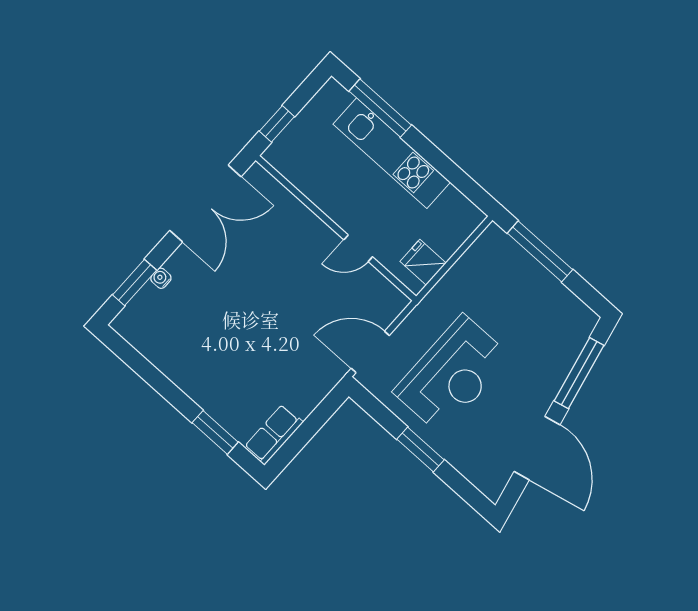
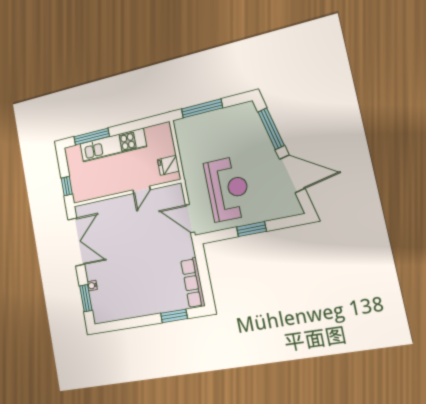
door: (370, 352) -> (190, 219), hinge flipped
row of seats: (274, 435) -> (193, 283), width x1.48

